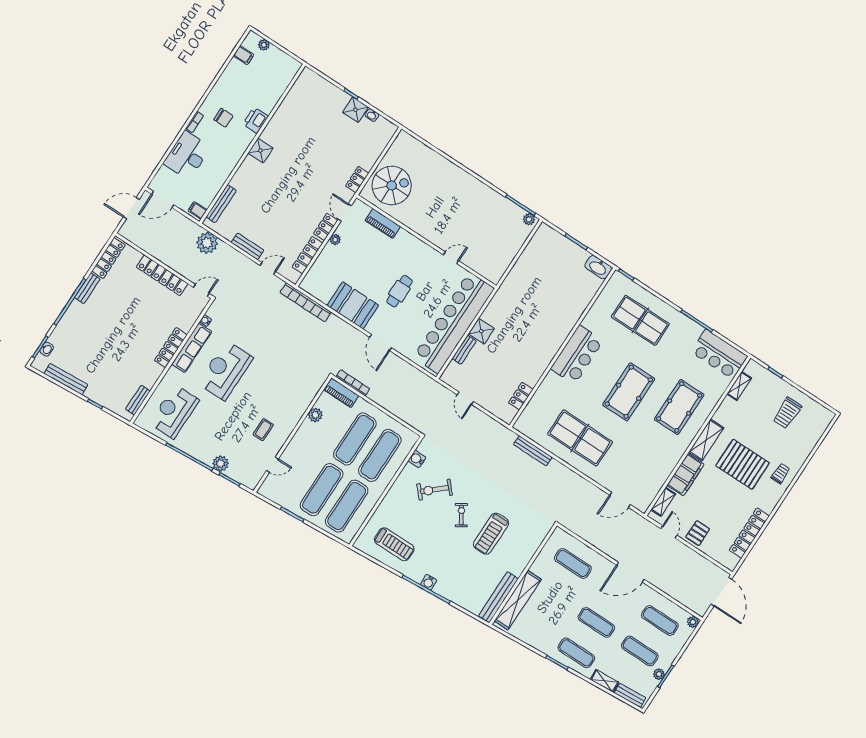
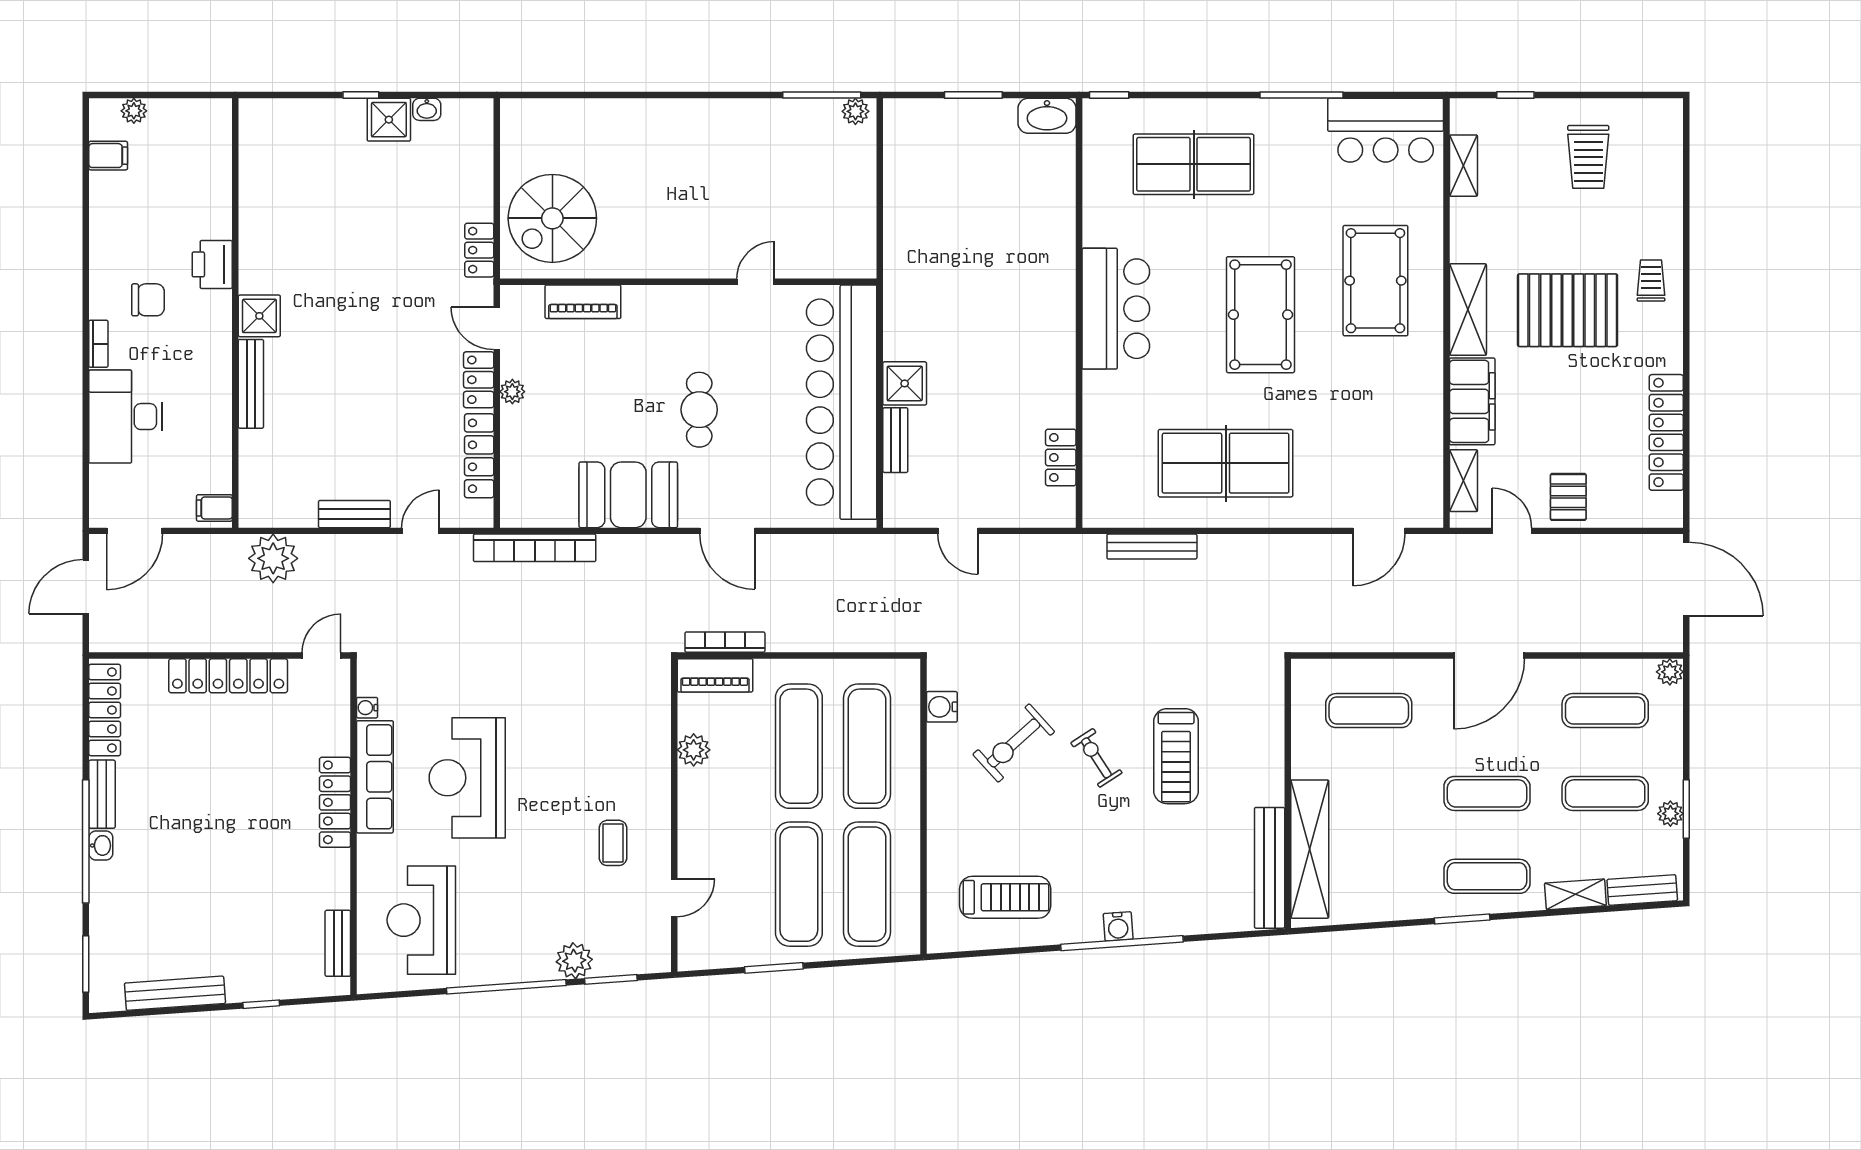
spiral stairs: (392, 185) -> (552, 218), turned 180
bench: (221, 204) -> (251, 384), moved
washbasin: (47, 349) -> (101, 845), moved

